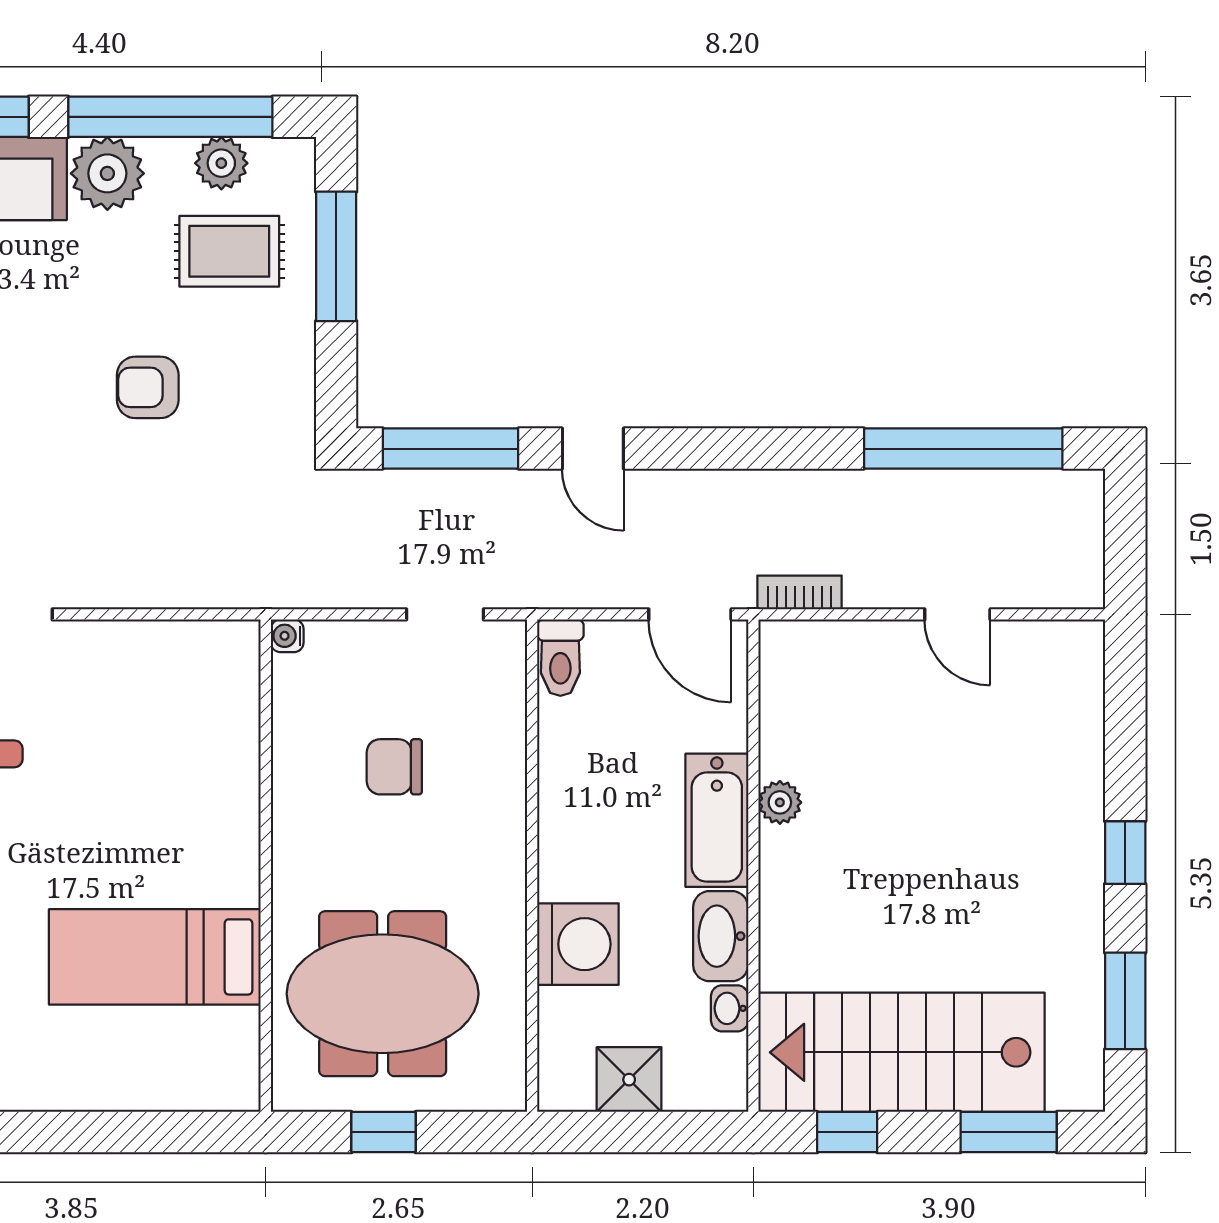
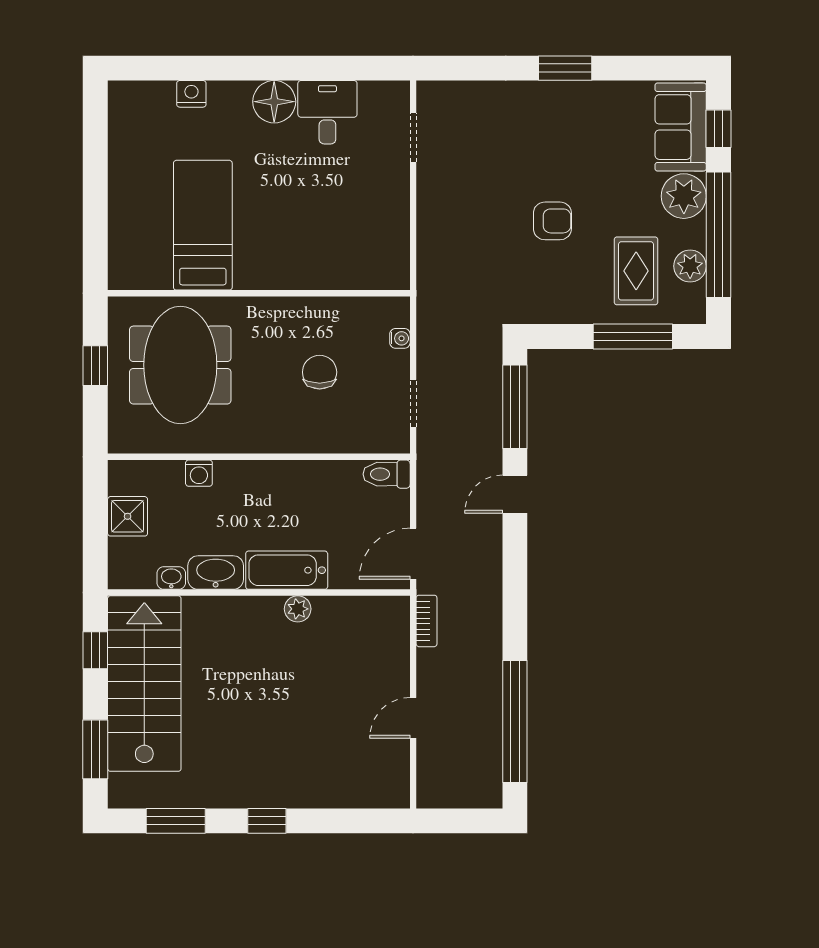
armchair: (148, 387) -> (552, 221), turned 90
water cooler: (287, 636) -> (400, 338), moved, turned 90
washing machine: (578, 944) -> (199, 473), width x0.53, depth x0.53

